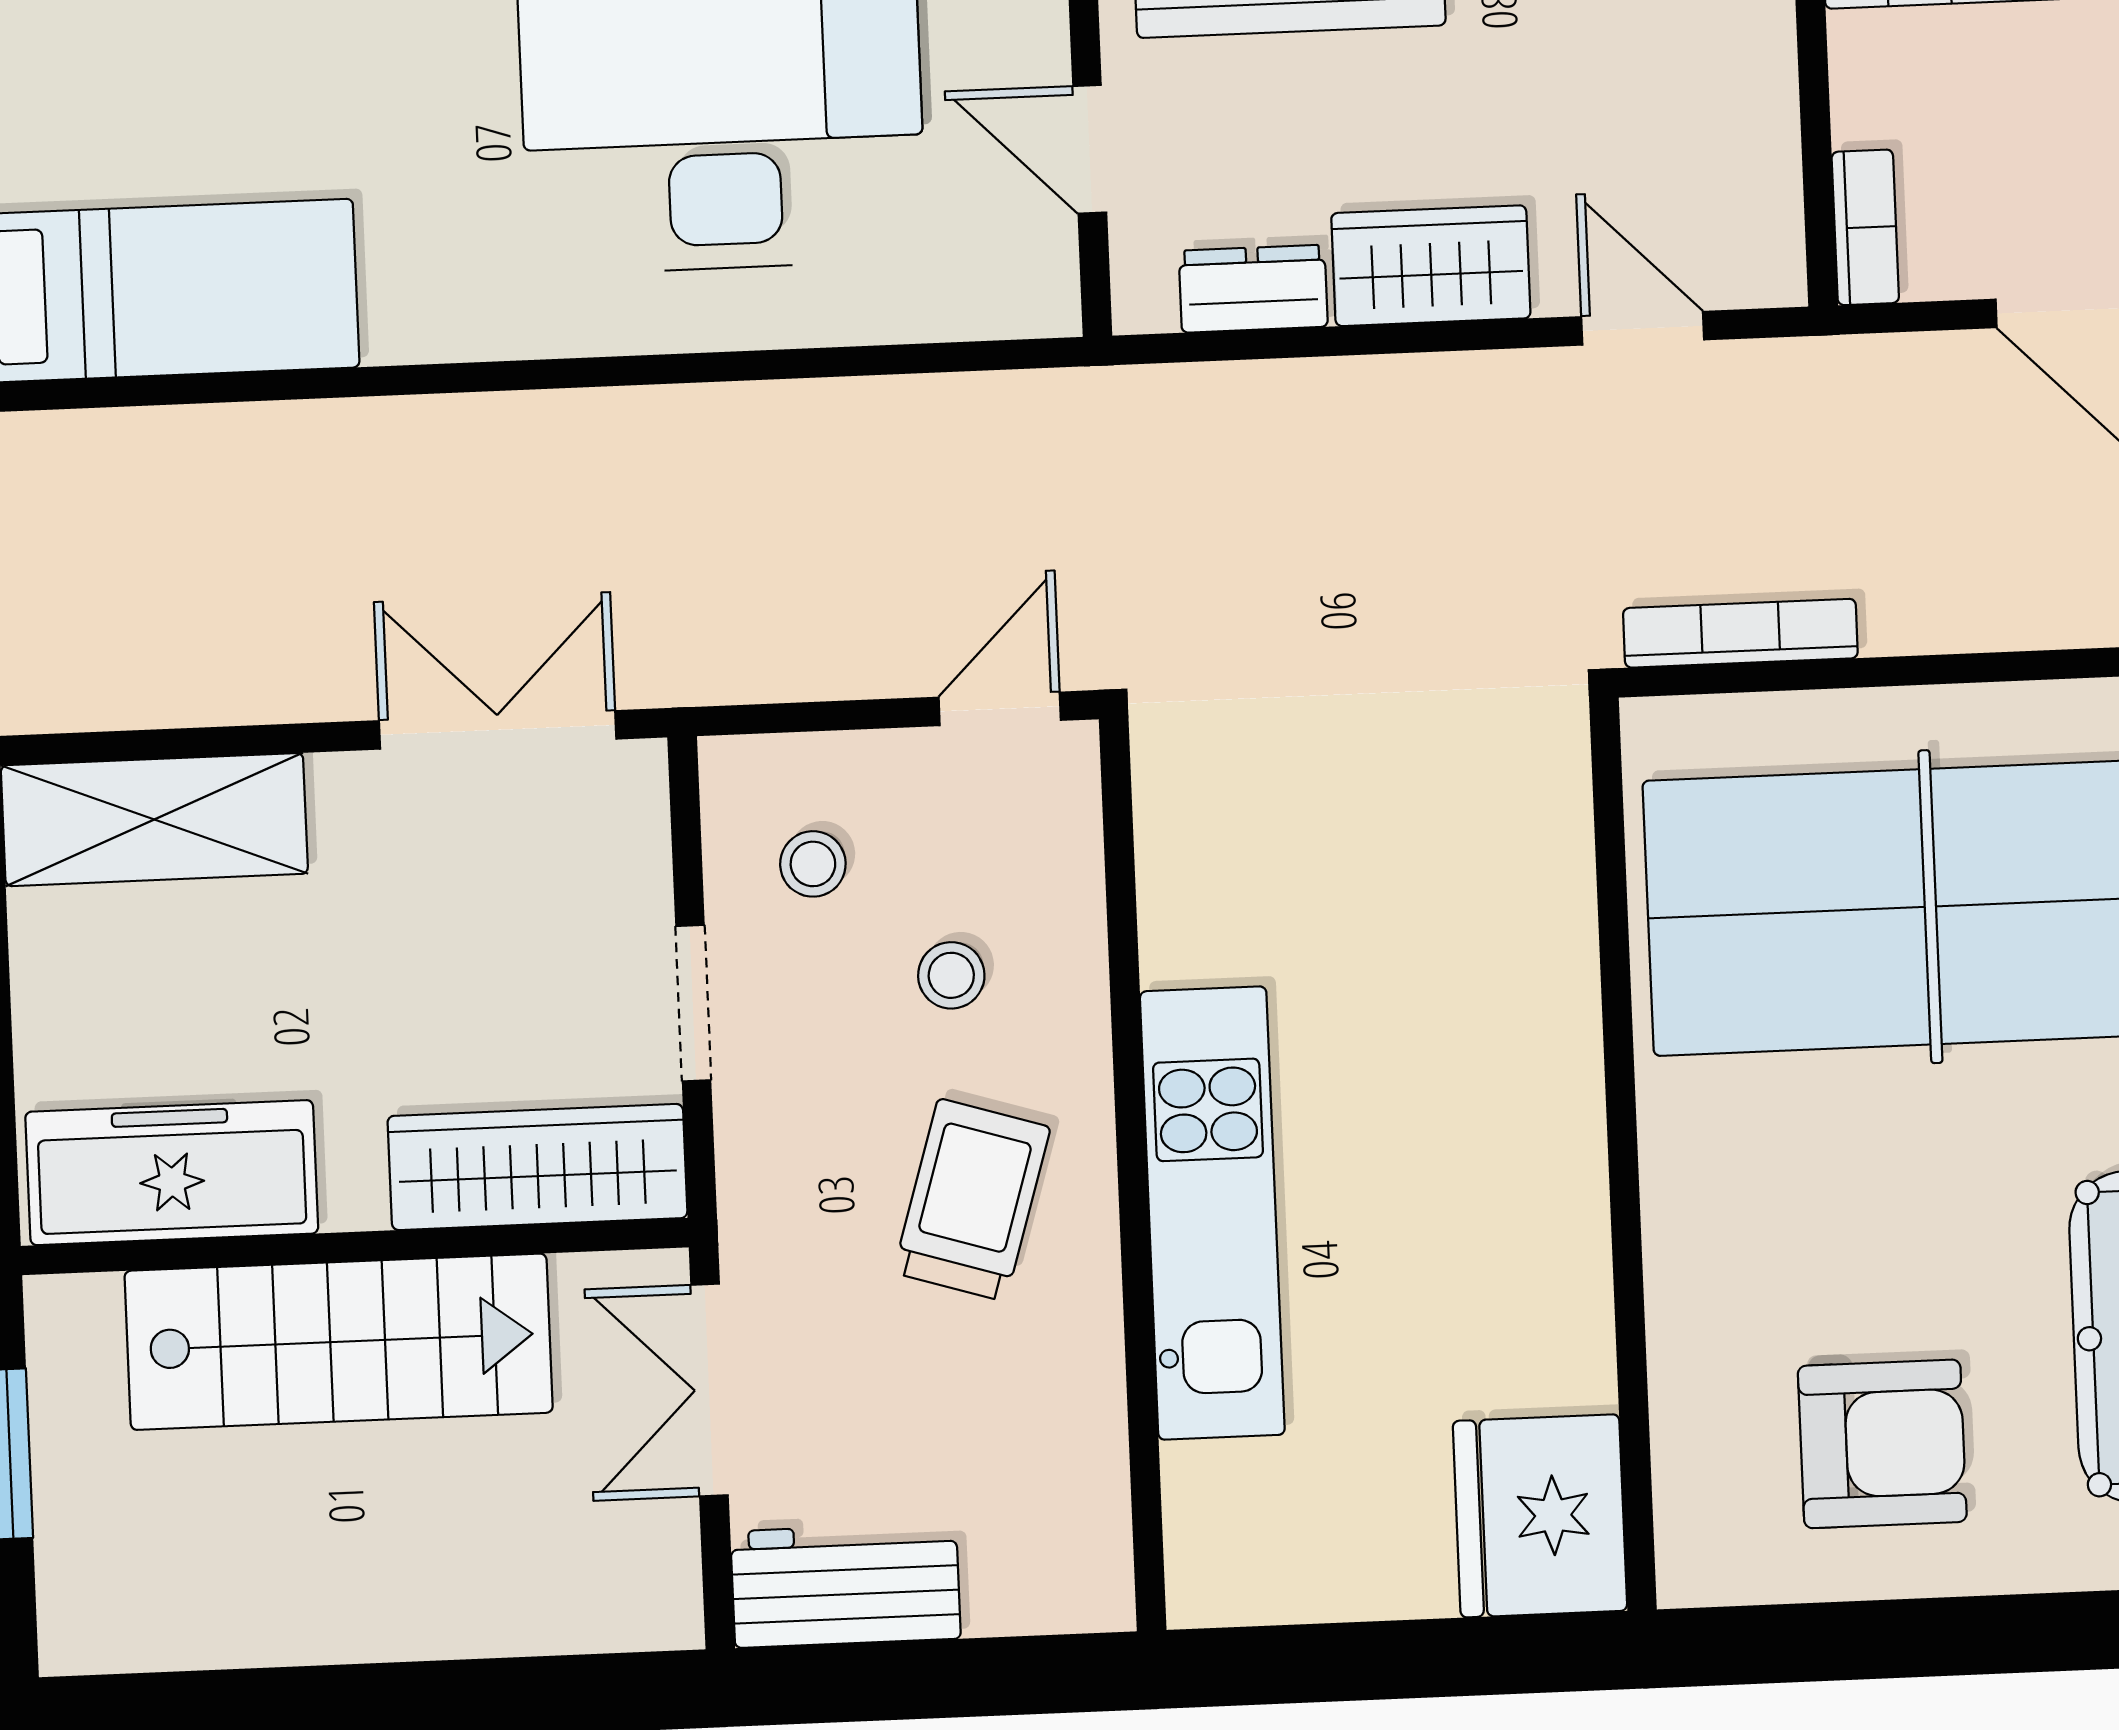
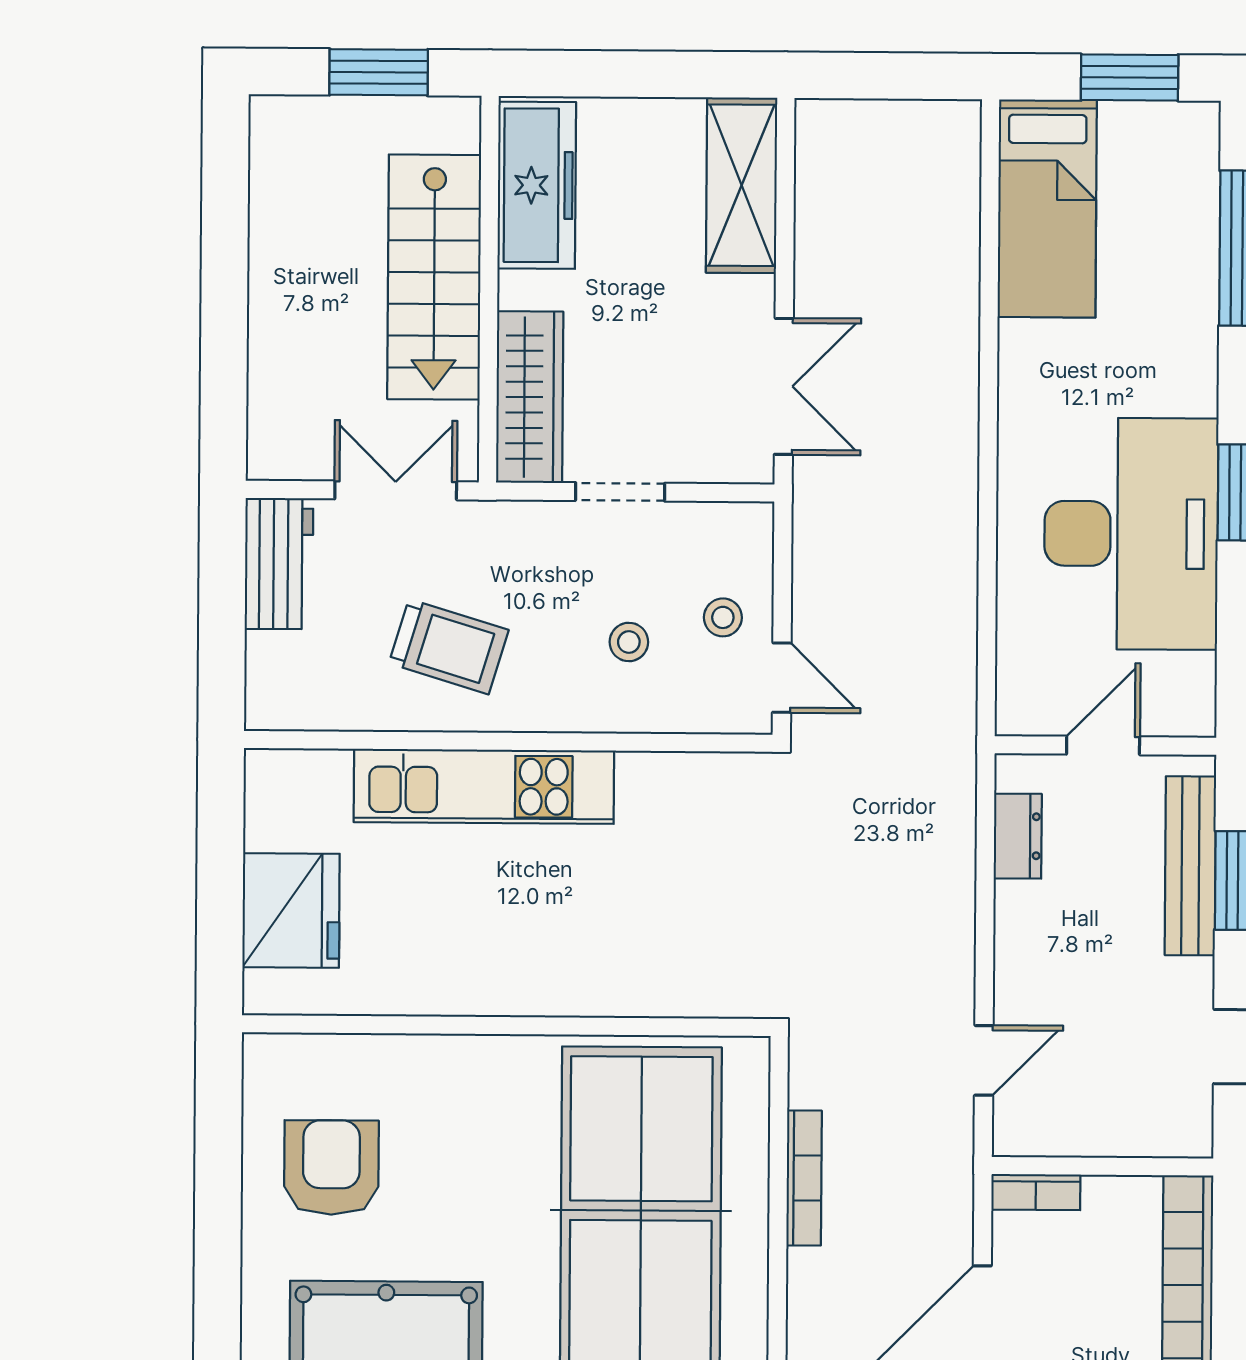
wardrobe: (1431, 266) -> (1026, 940), removed
bookcase: (1740, 633) -> (804, 1178), moved
stool: (813, 864) -> (723, 617), moved
trolley: (972, 1200) -> (449, 647), moved
armchair: (1882, 1444) -> (331, 1168), turned 180
fridge: (1540, 1516) -> (291, 911), moved, turned 90

